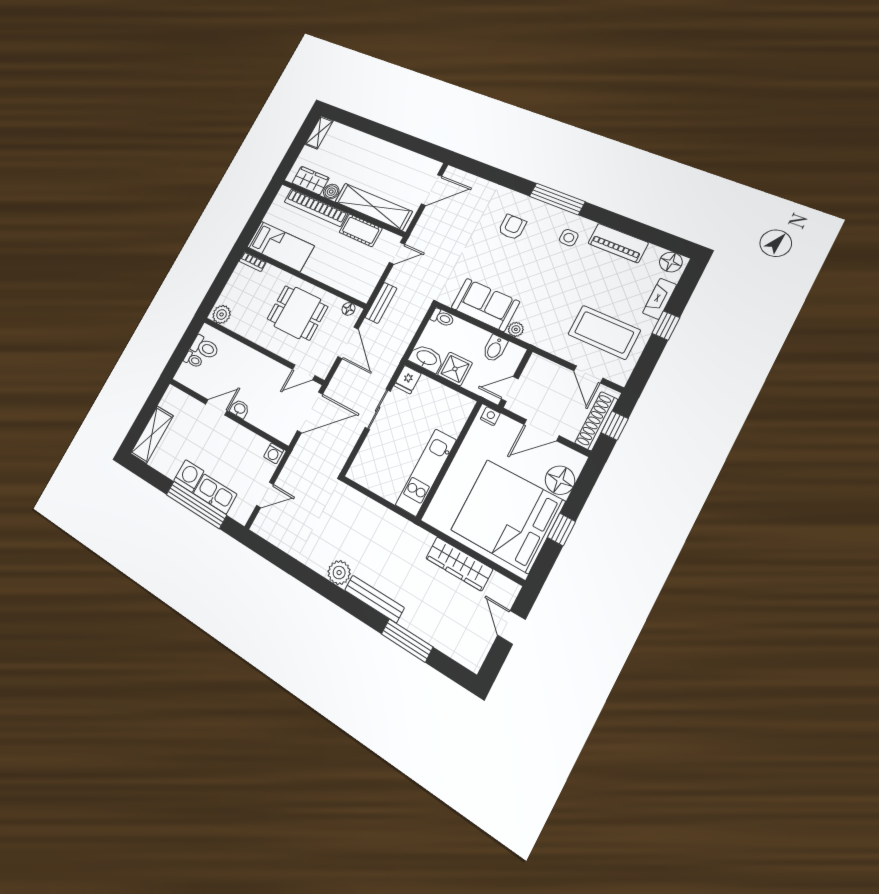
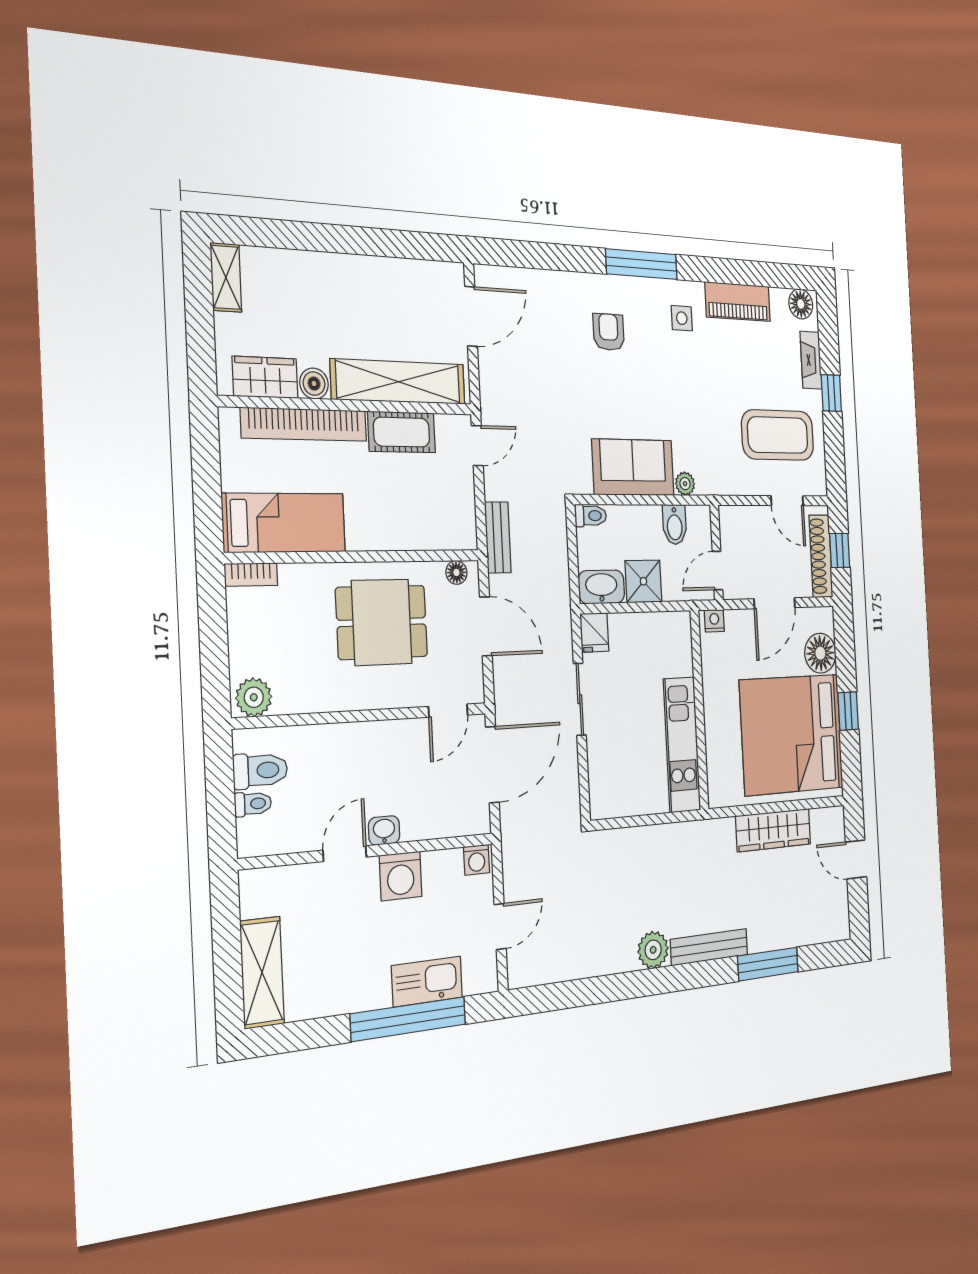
washing machine: (189, 476) -> (401, 876), moved, turned 180

